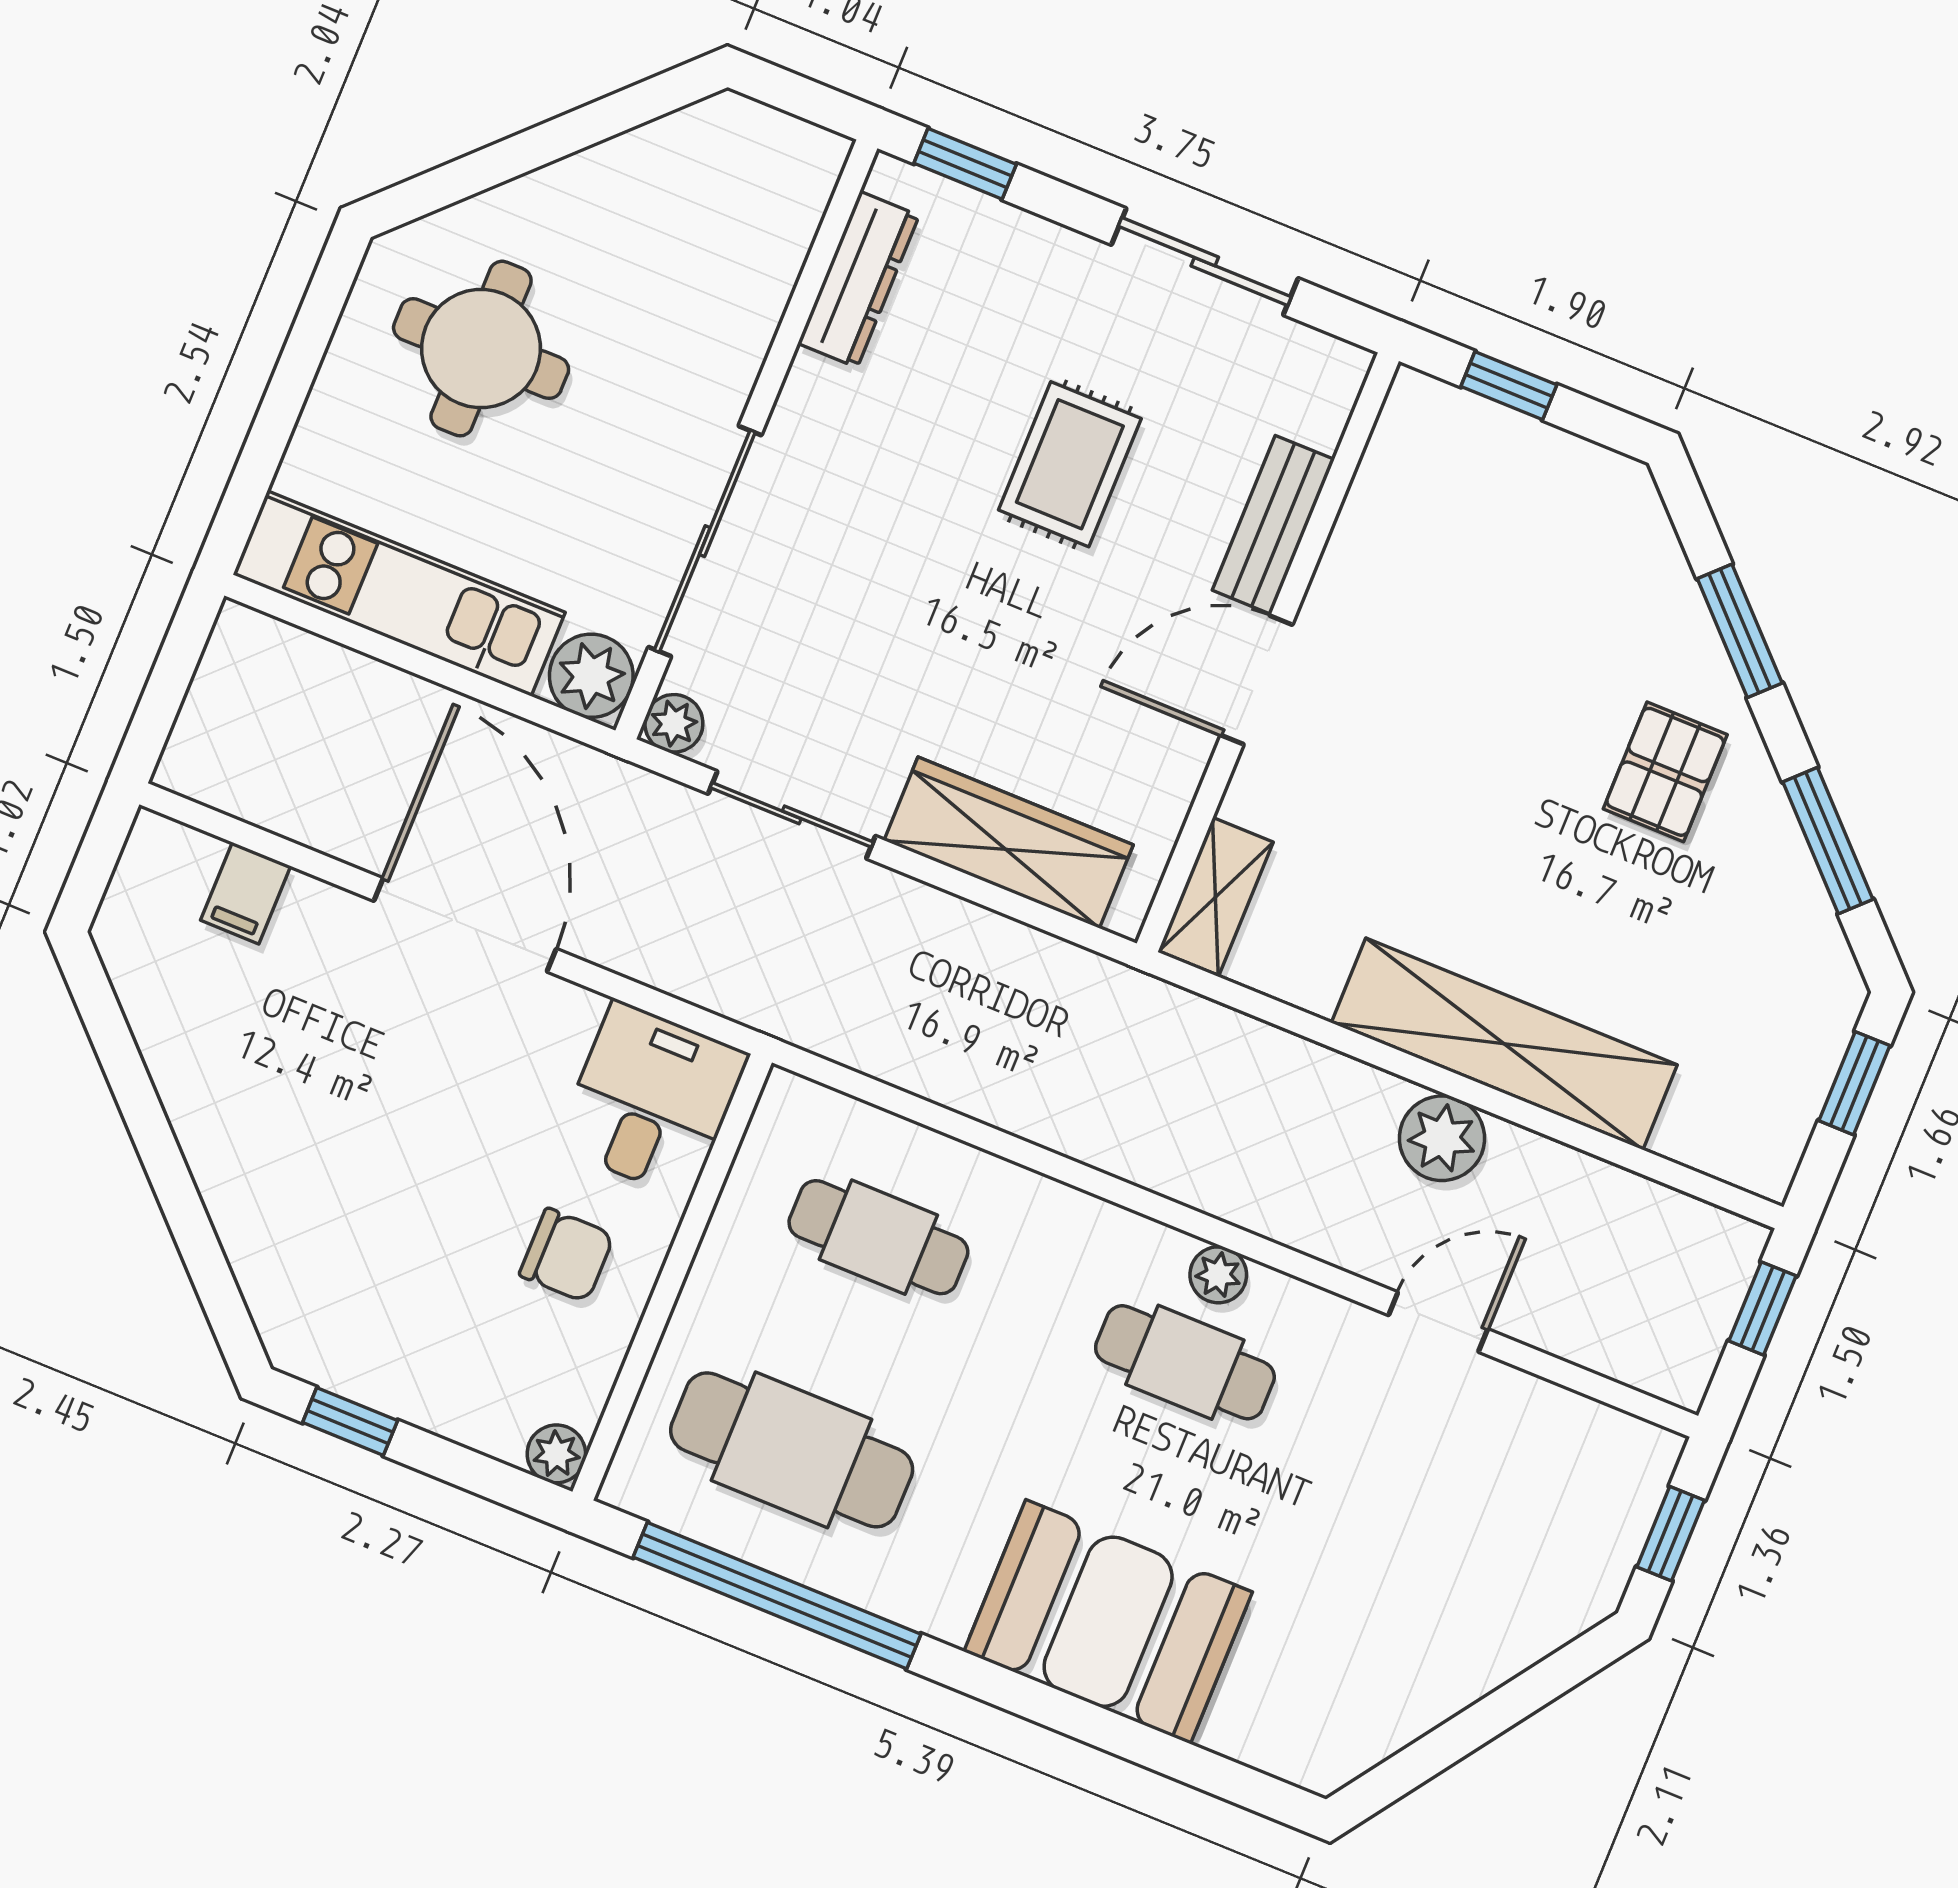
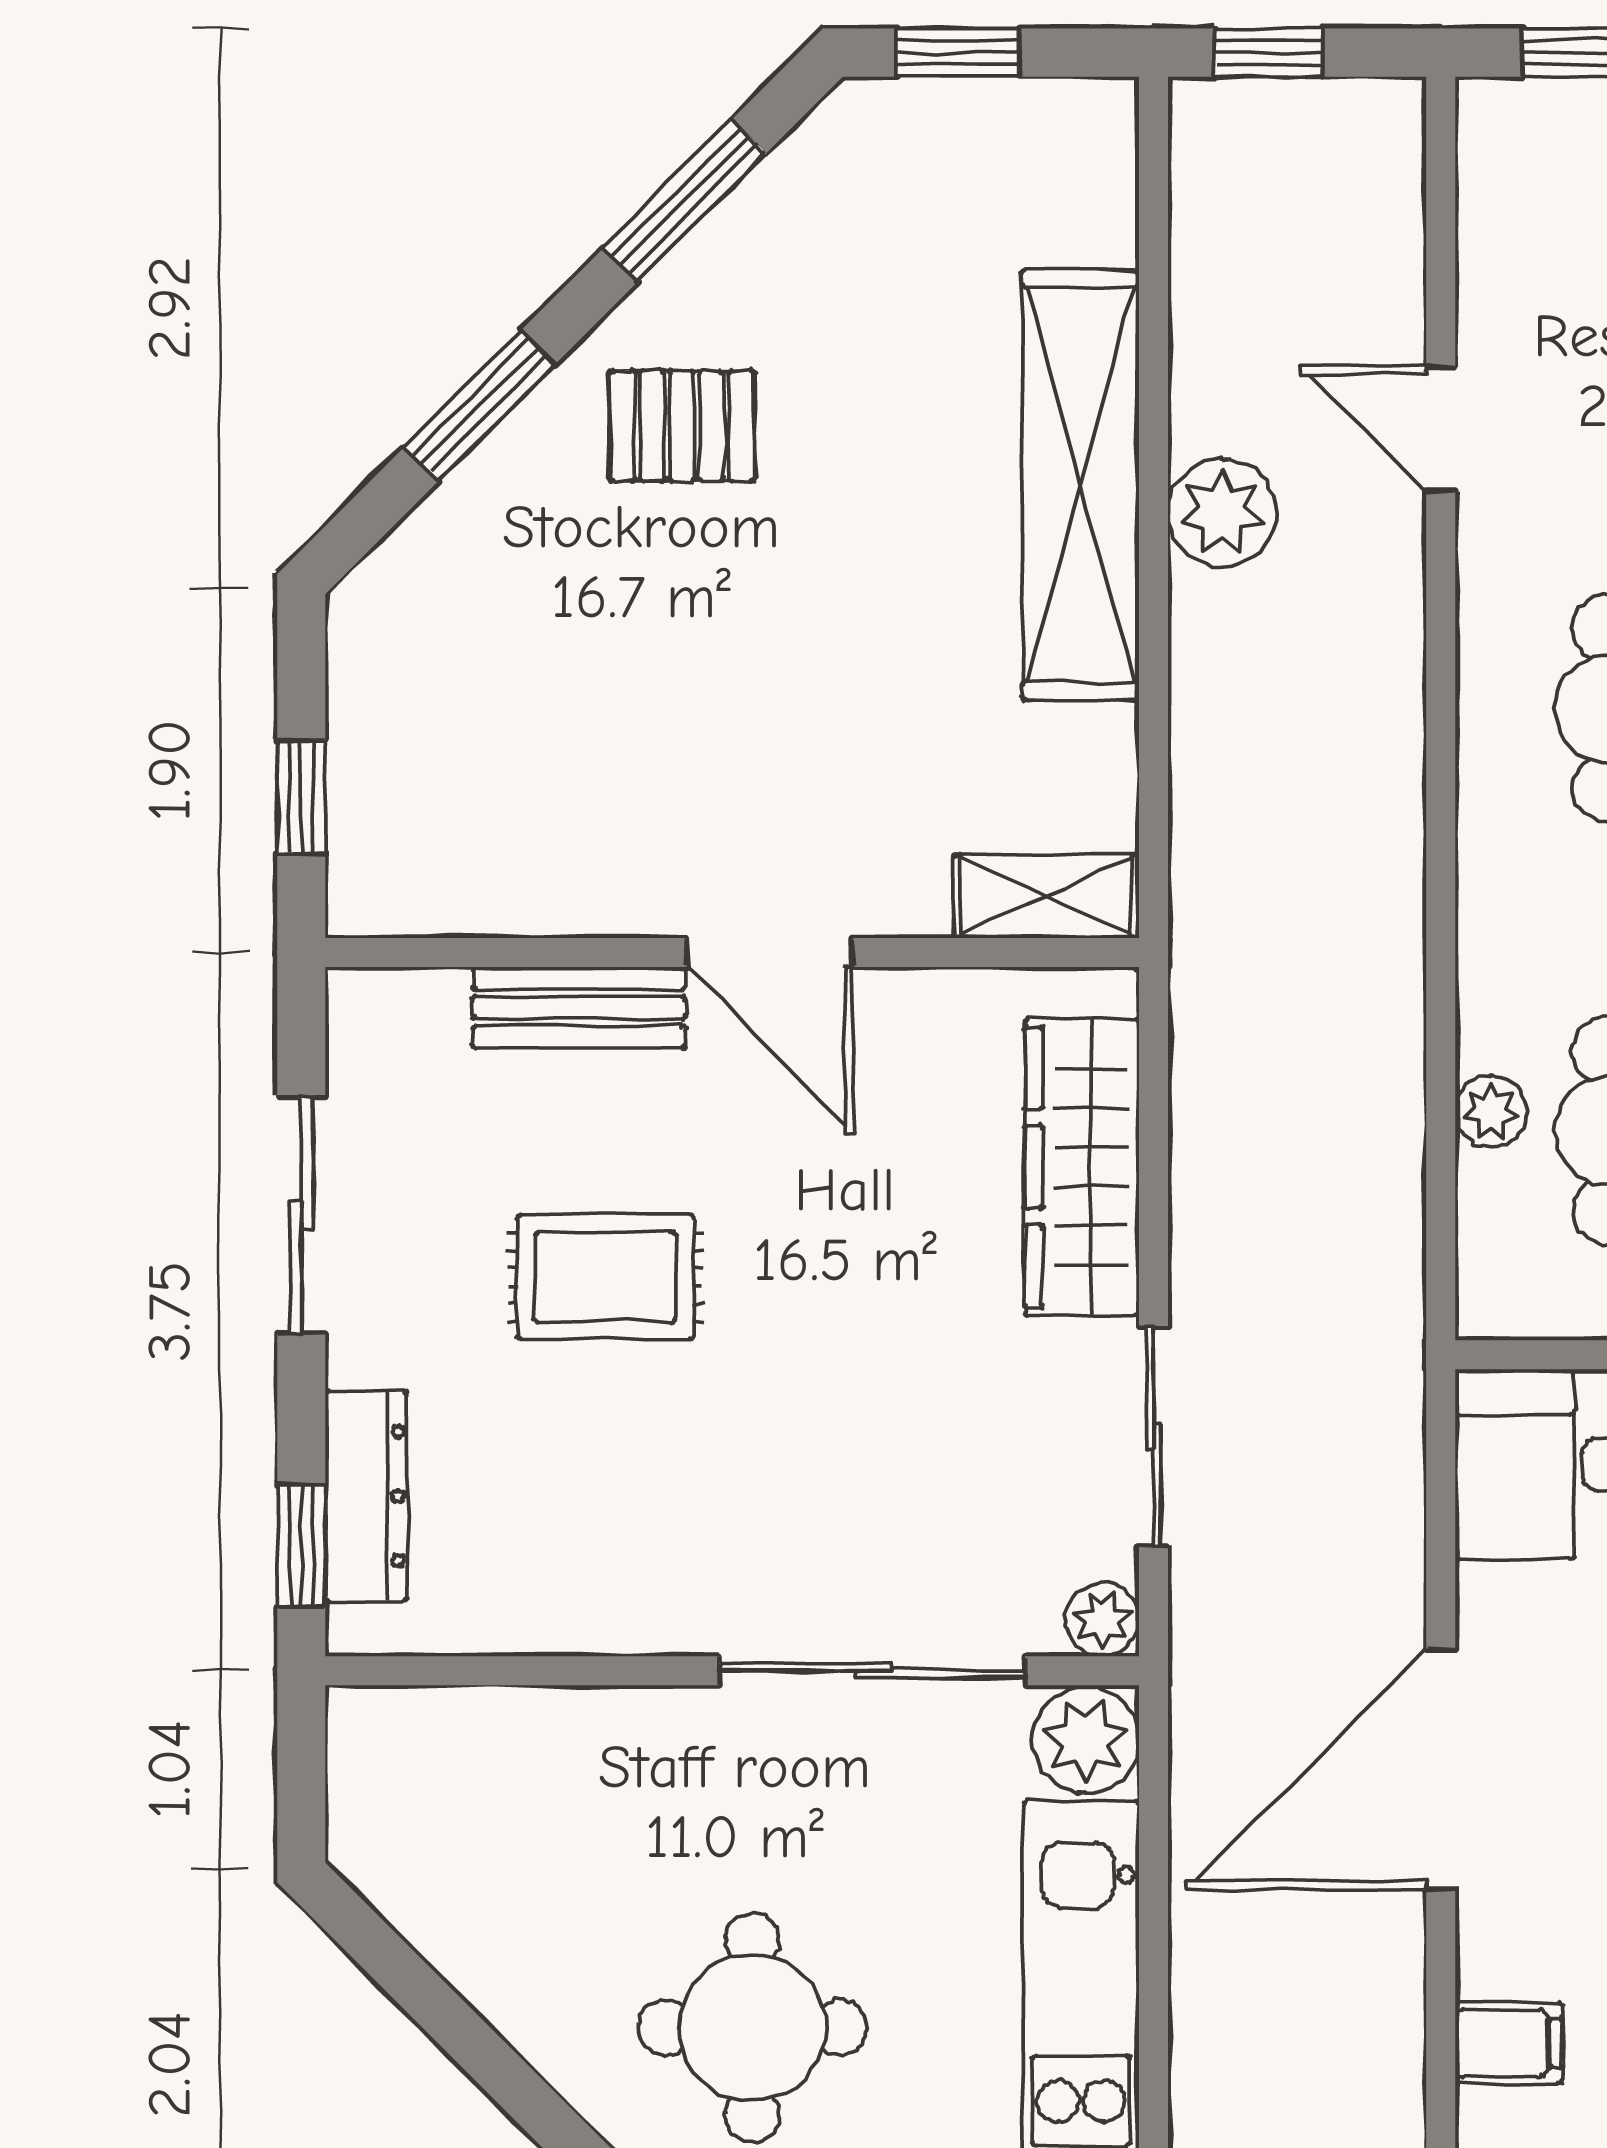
dresser: (859, 279) -> (366, 1496), moved, turned 90
plant: (1218, 1275) -> (1491, 1112), moved

